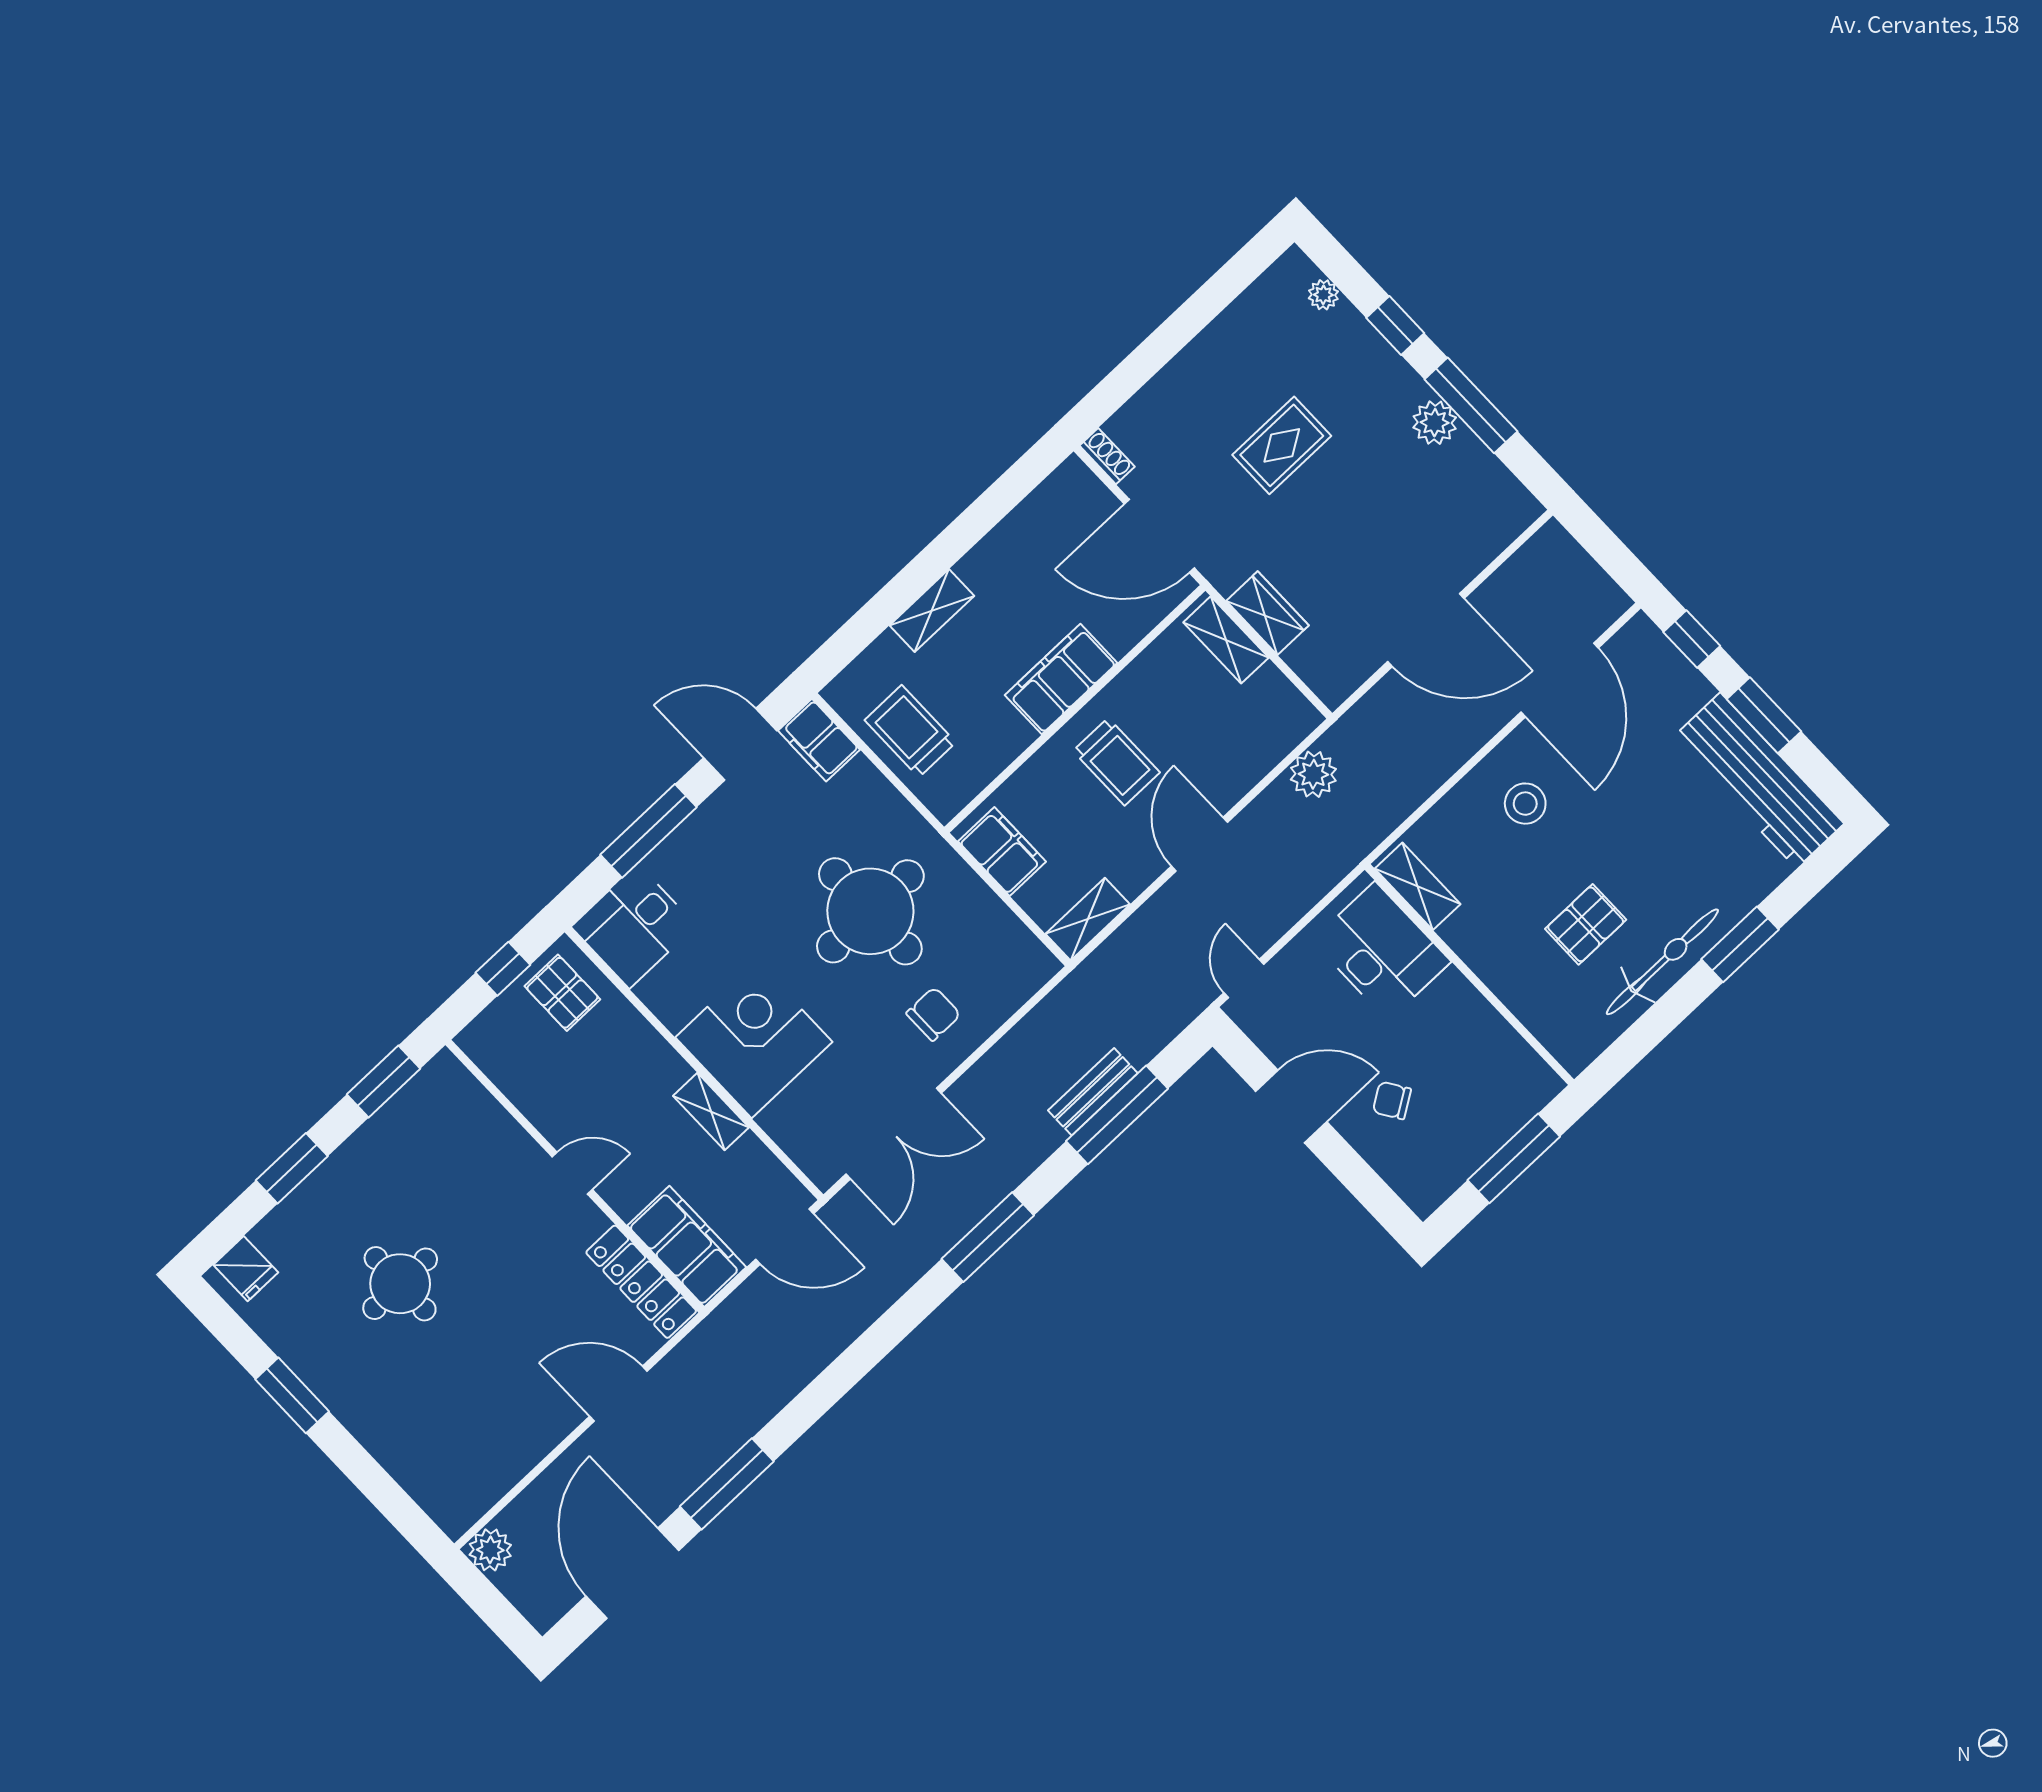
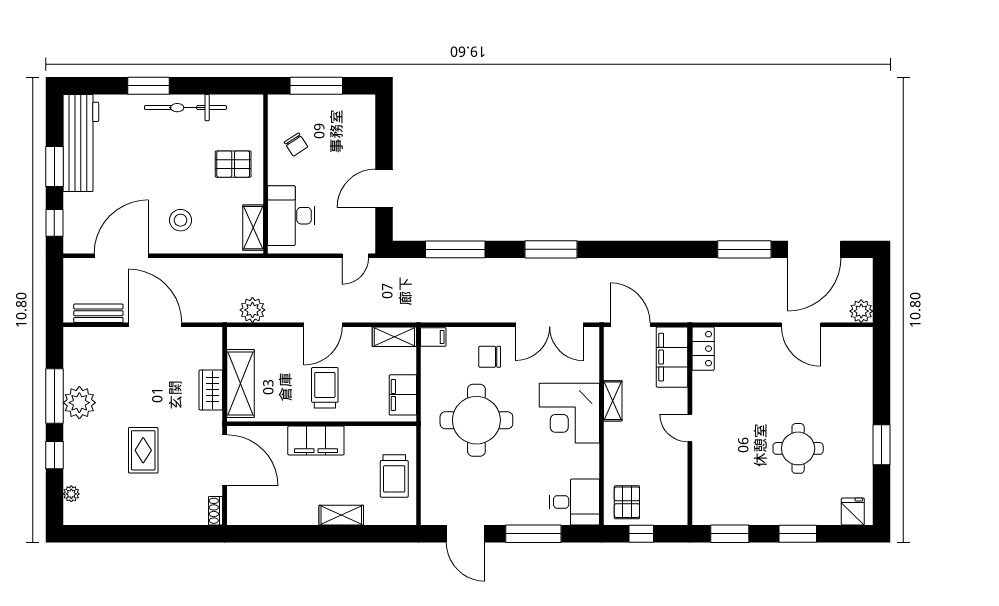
plant: (1435, 423) -> (79, 403), width x1.36, depth x1.36
rug: (1282, 445) -> (143, 450), turned 90
shelving: (1226, 640) -> (240, 383), width x1.50, depth x1.33
filing cabinet: (819, 740) -> (433, 337), moved, width x0.50
pallet: (1586, 924) -> (233, 164), moved
bench: (1093, 1092) -> (98, 313), moved
chair: (1392, 1100) -> (296, 145), moved
door: (1291, 1106) -> (384, 188), hinge flipped
double door: (893, 1134) -> (550, 325), swing flipped
locker: (641, 1282) -> (703, 349), width x0.66
door: (618, 1394) -> (801, 325), moved

